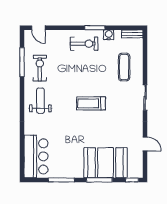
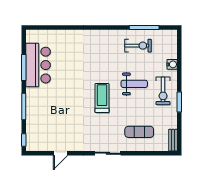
door: (38, 28) -> (179, 44), removed
water cooler: (109, 35) -> (172, 64), moved
weight bench: (40, 101) -> (134, 84), moved
bar counter: (36, 156) -> (38, 65), moved, turned -90
booth: (106, 163) -> (41, 113), removed

